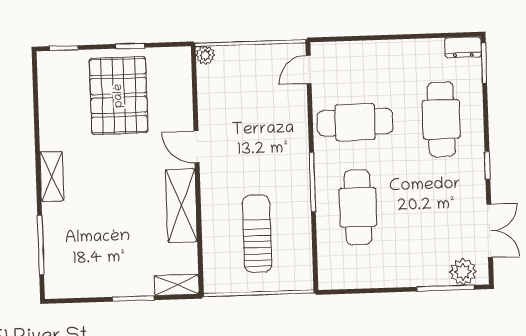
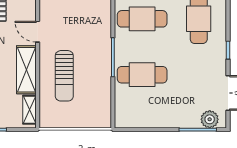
cafe table: (358, 207) -> (142, 75), turned 90
sun lounger: (257, 234) -> (64, 76), moved, turned 180
shelving: (177, 285) -> (29, 110), moved, turned 90

